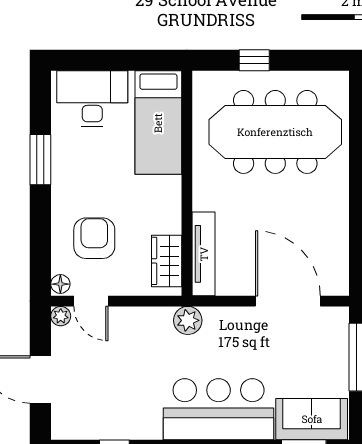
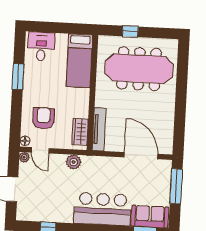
desk: (92, 99) -> (41, 46), width x0.73
plant: (188, 320) -> (74, 162), moved

